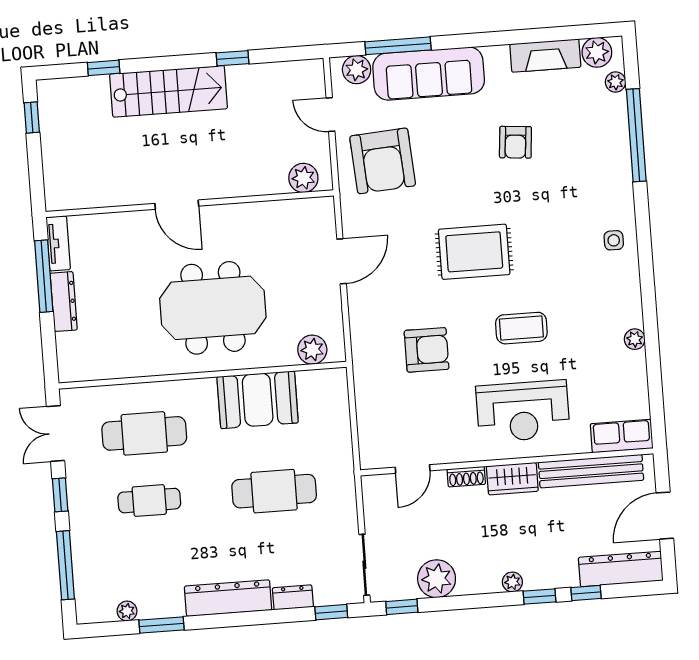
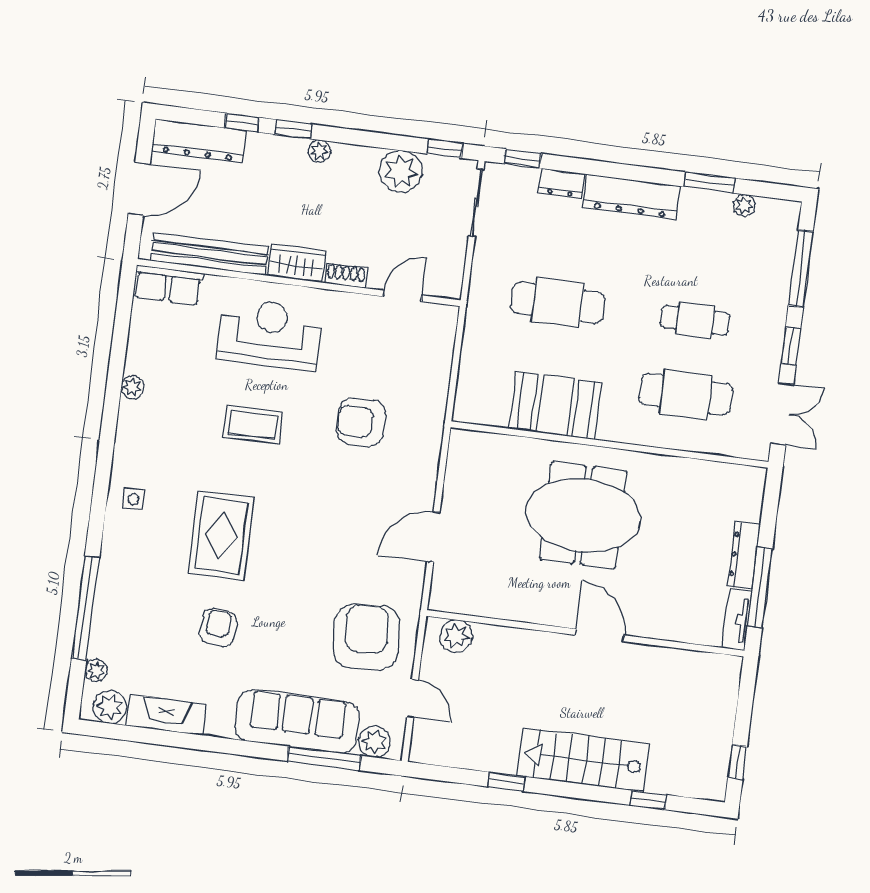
rug: (474, 252) -> (221, 535), moved, turned 90
plant: (312, 350) -> (485, 448), removed

